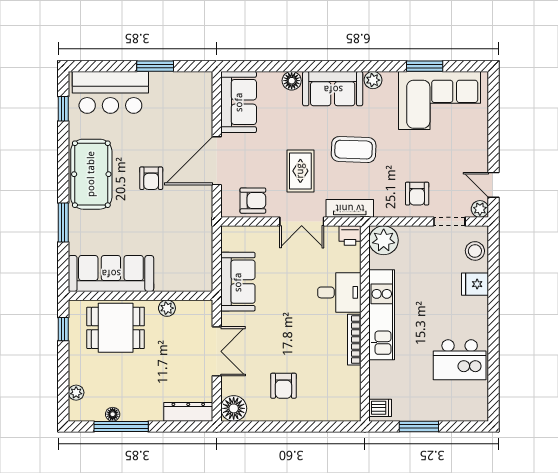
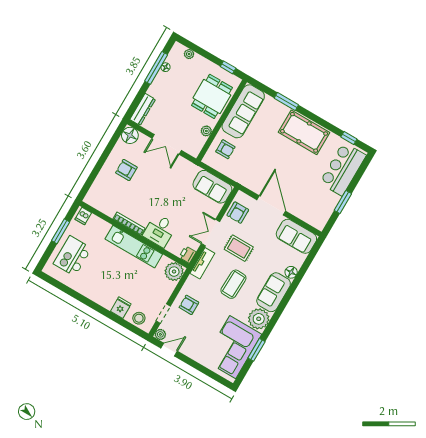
plant: (373, 80) -> (259, 319), width x1.87, depth x1.87
armchair: (151, 178) -> (225, 149), moved, turned 180
sofa: (238, 282) -> (212, 187), moved
kitchen island: (460, 360) -> (72, 256), moved

